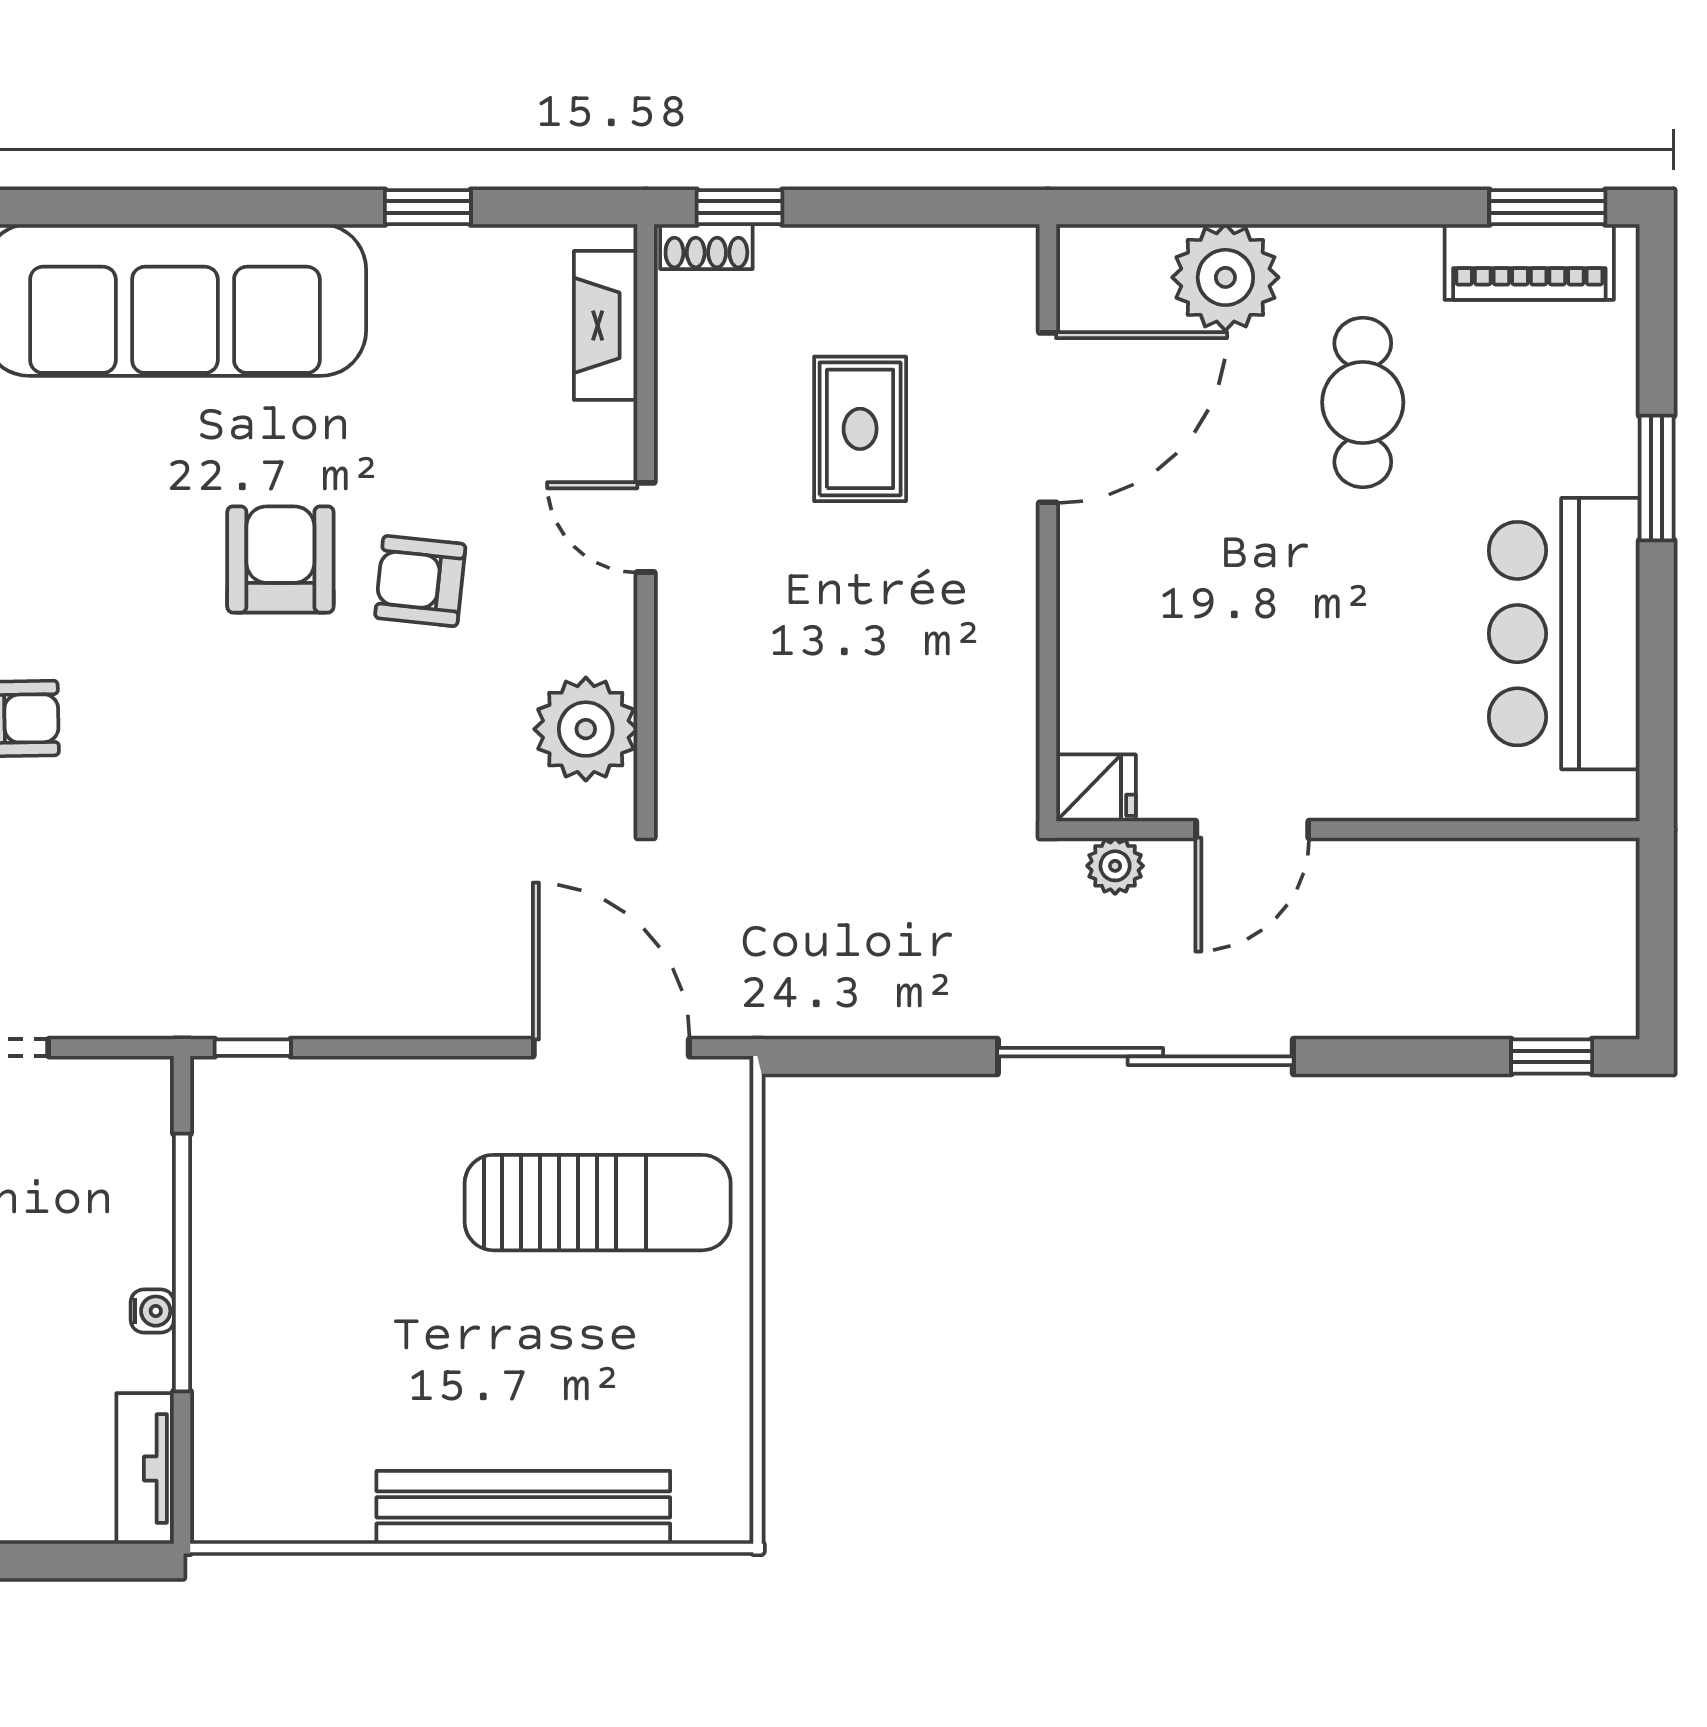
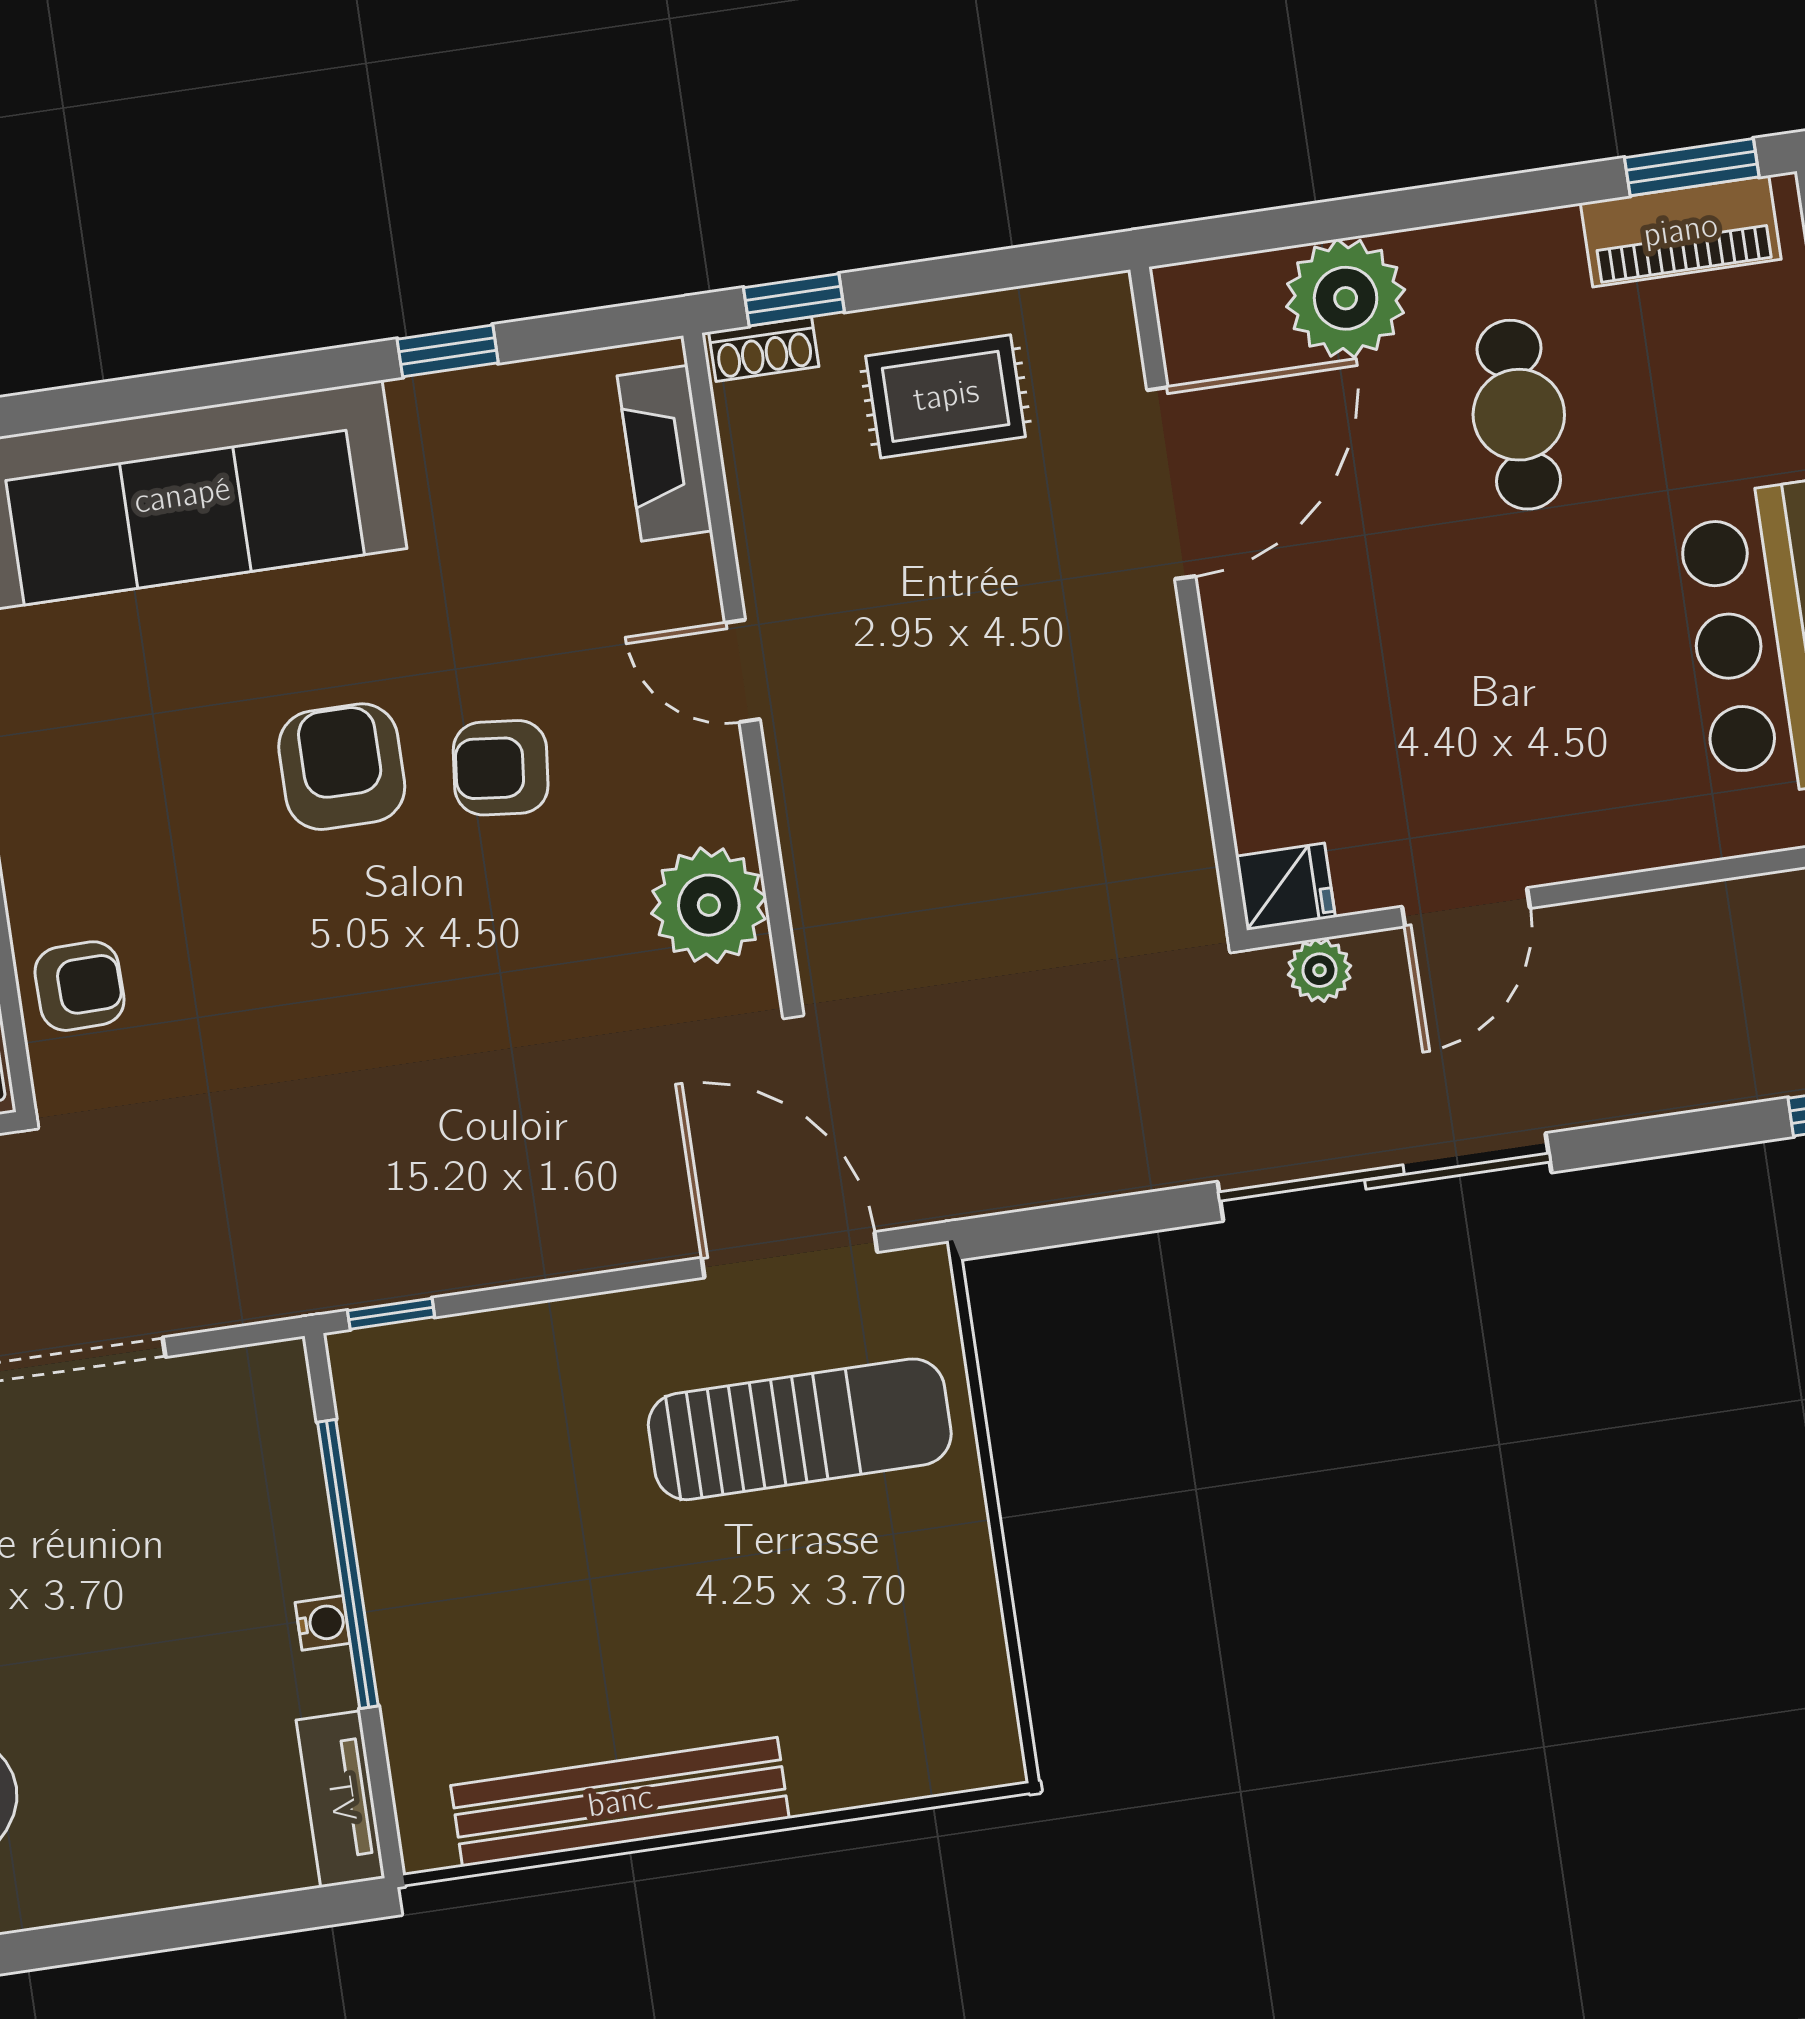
rug: (860, 429) -> (946, 396), moved, turned 90
bench: (523, 1507) -> (620, 1802), moved

